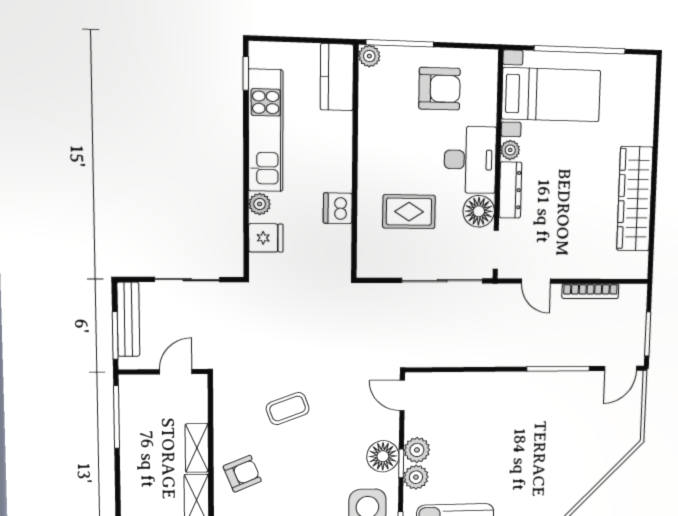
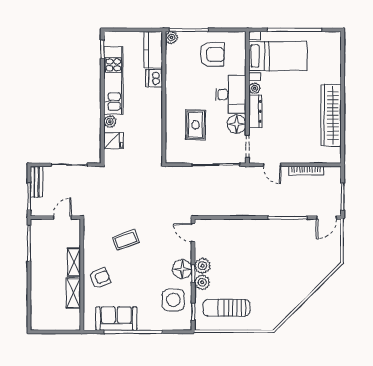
dishwasher: (338, 208) -> (154, 78), moved
rug: (409, 212) -> (196, 125), turned 90
bench: (128, 319) -> (36, 182), width x0.73

